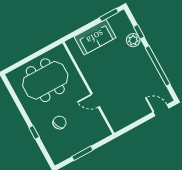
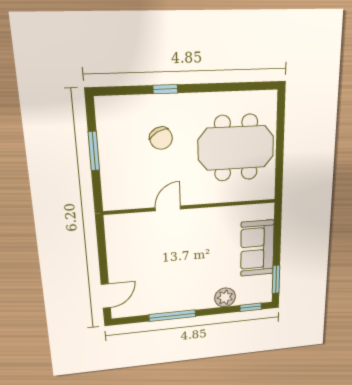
window: (139, 32) -> (251, 307), moved
window: (158, 66) -> (172, 316), width x0.68
meeting table: (45, 80) -> (236, 148), turned 90

